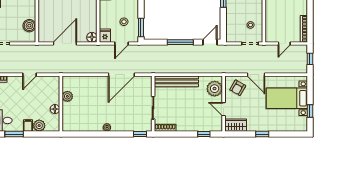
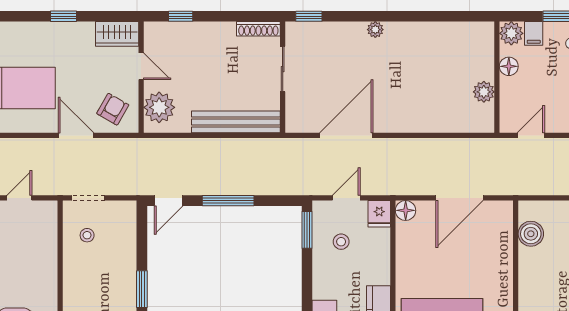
plant: (67, 96) -> (484, 92), moved
wall: (61, 104) -> (497, 77), moved
floor lamp: (55, 109) -> (509, 66), moved

